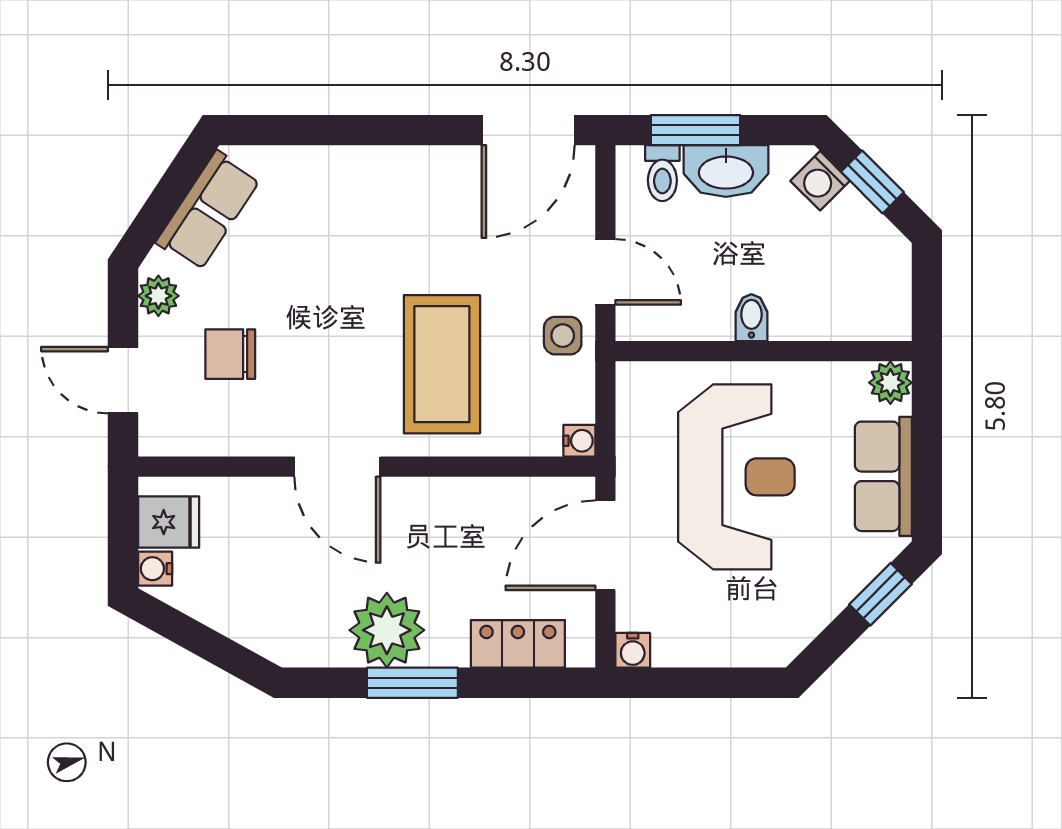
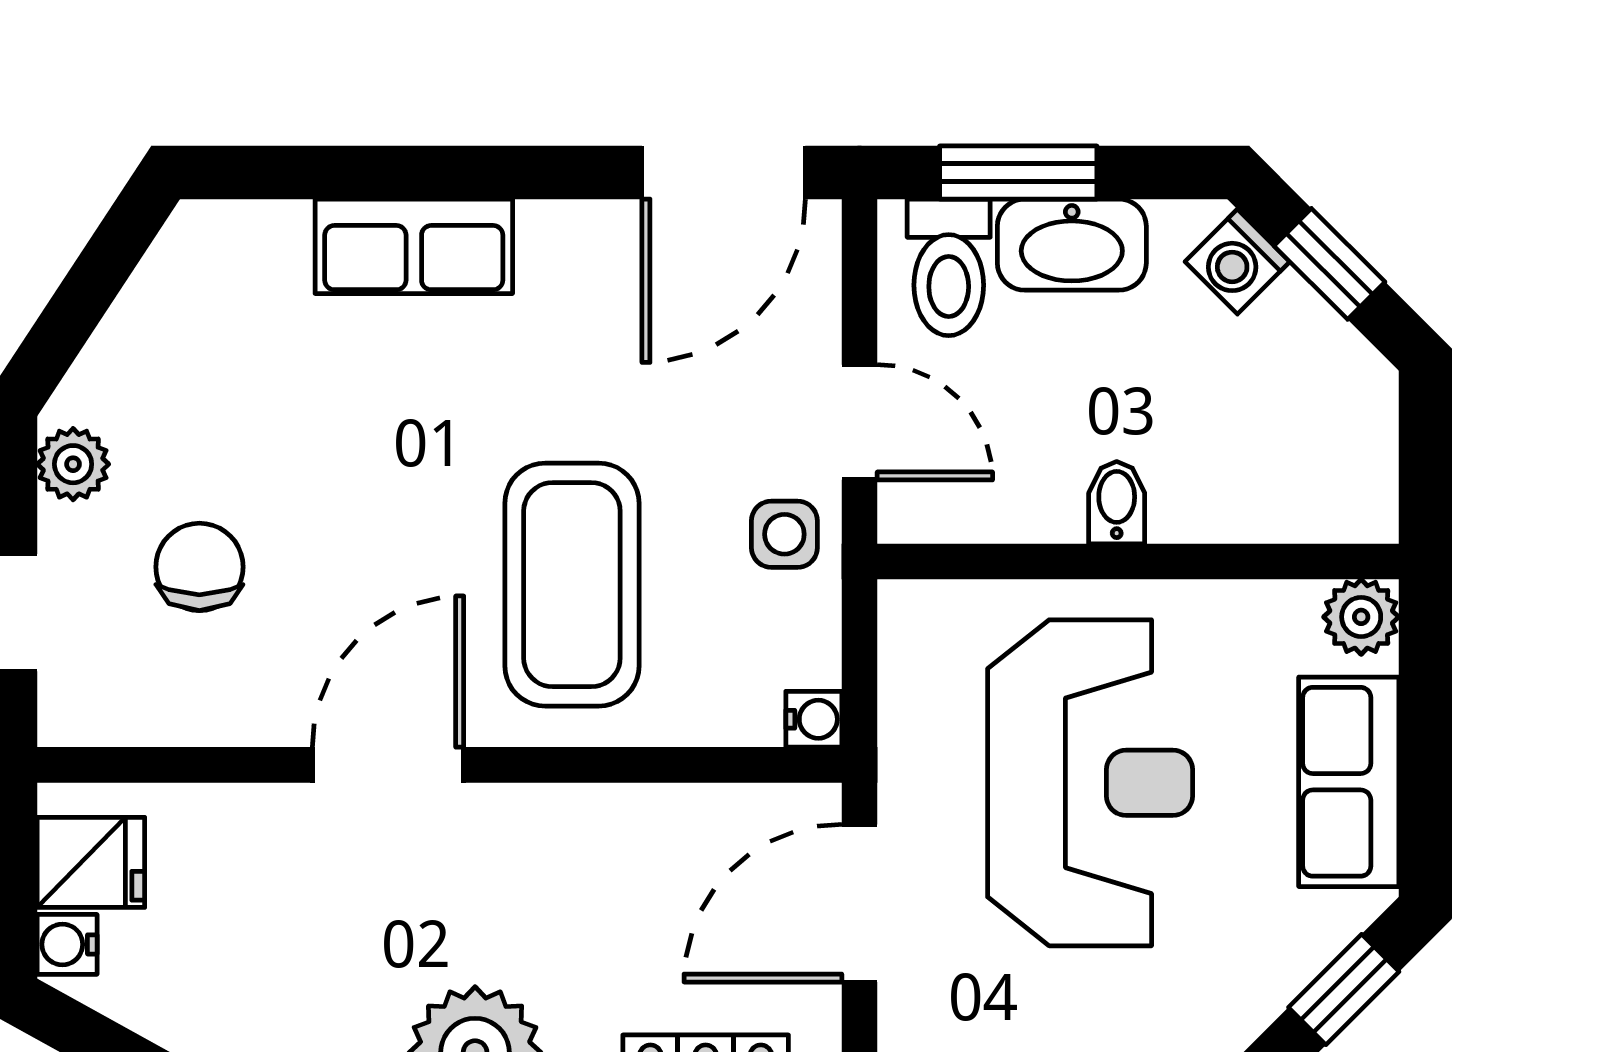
toilet: (662, 173) -> (949, 267), width x1.37, depth x1.39
row of seats: (208, 211) -> (414, 246), moved, turned 57
chair: (230, 354) -> (199, 567), turned 90
door: (337, 467) -> (388, 765), swing flipped

